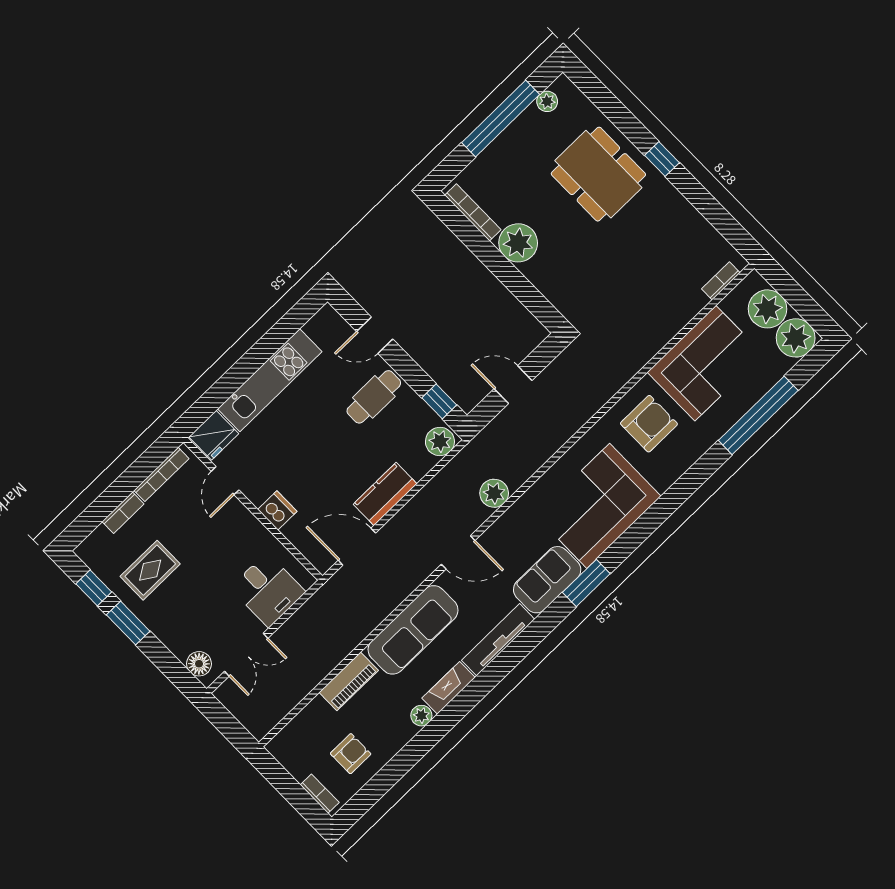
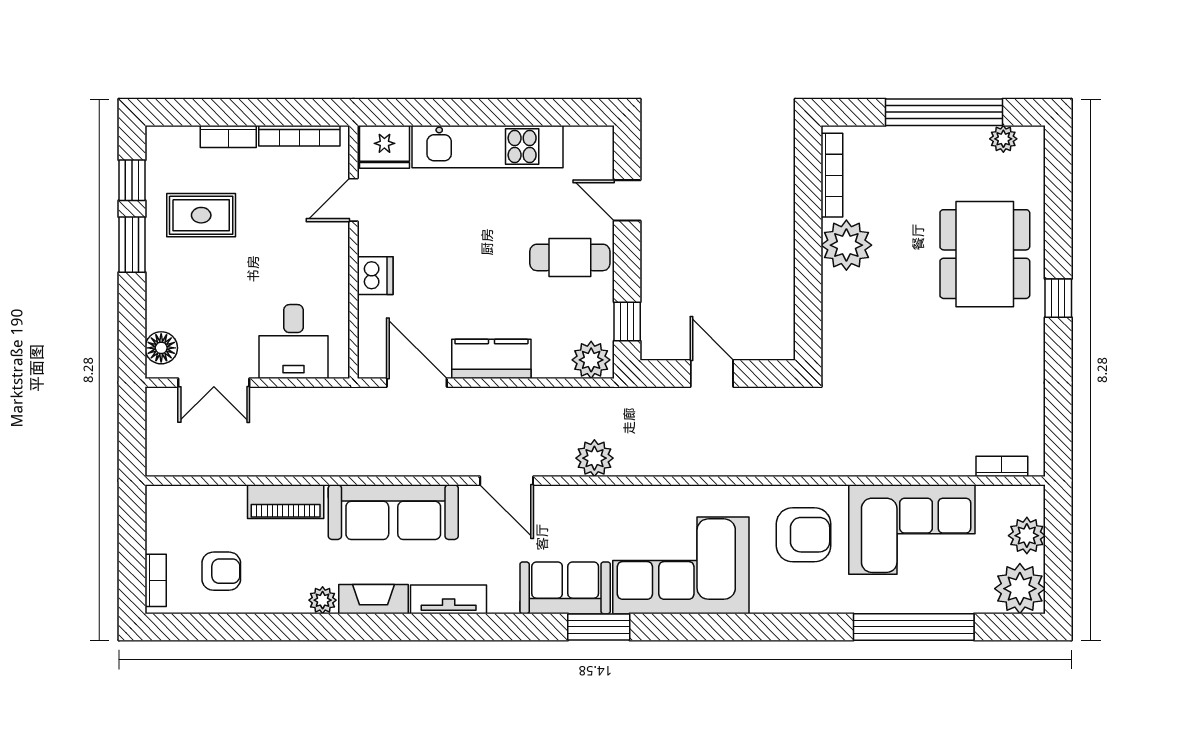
plant: (768, 309) -> (1027, 536), width x0.73, depth x0.73
tv unit: (498, 640) -> (449, 599), width x0.71

